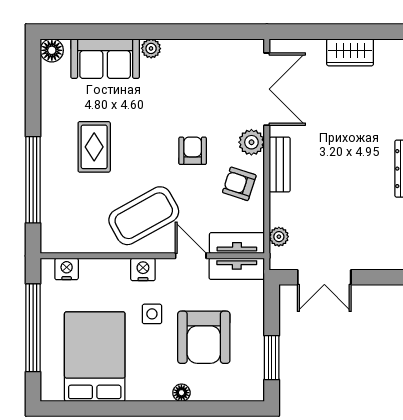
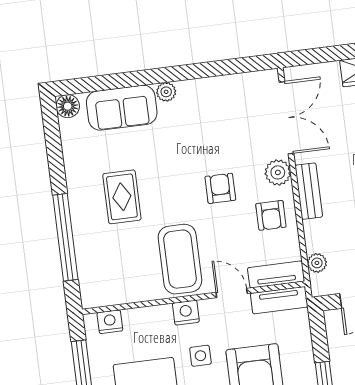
armchair: (239, 184) -> (271, 215), turned -108
coffee table: (144, 216) -> (180, 259), turned -61

